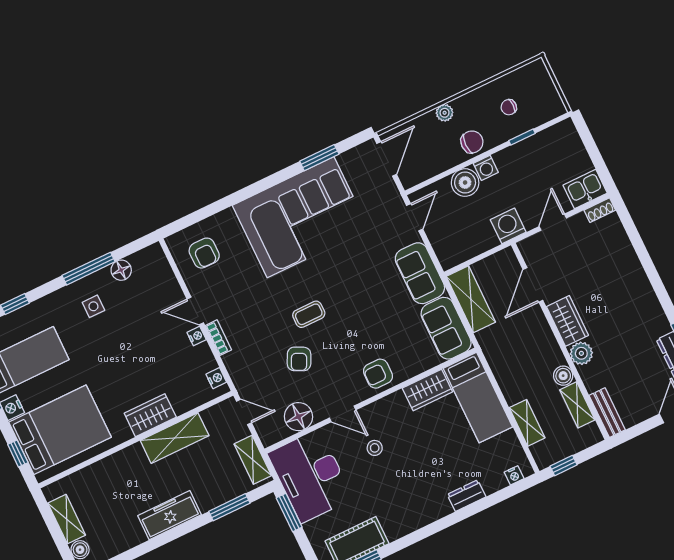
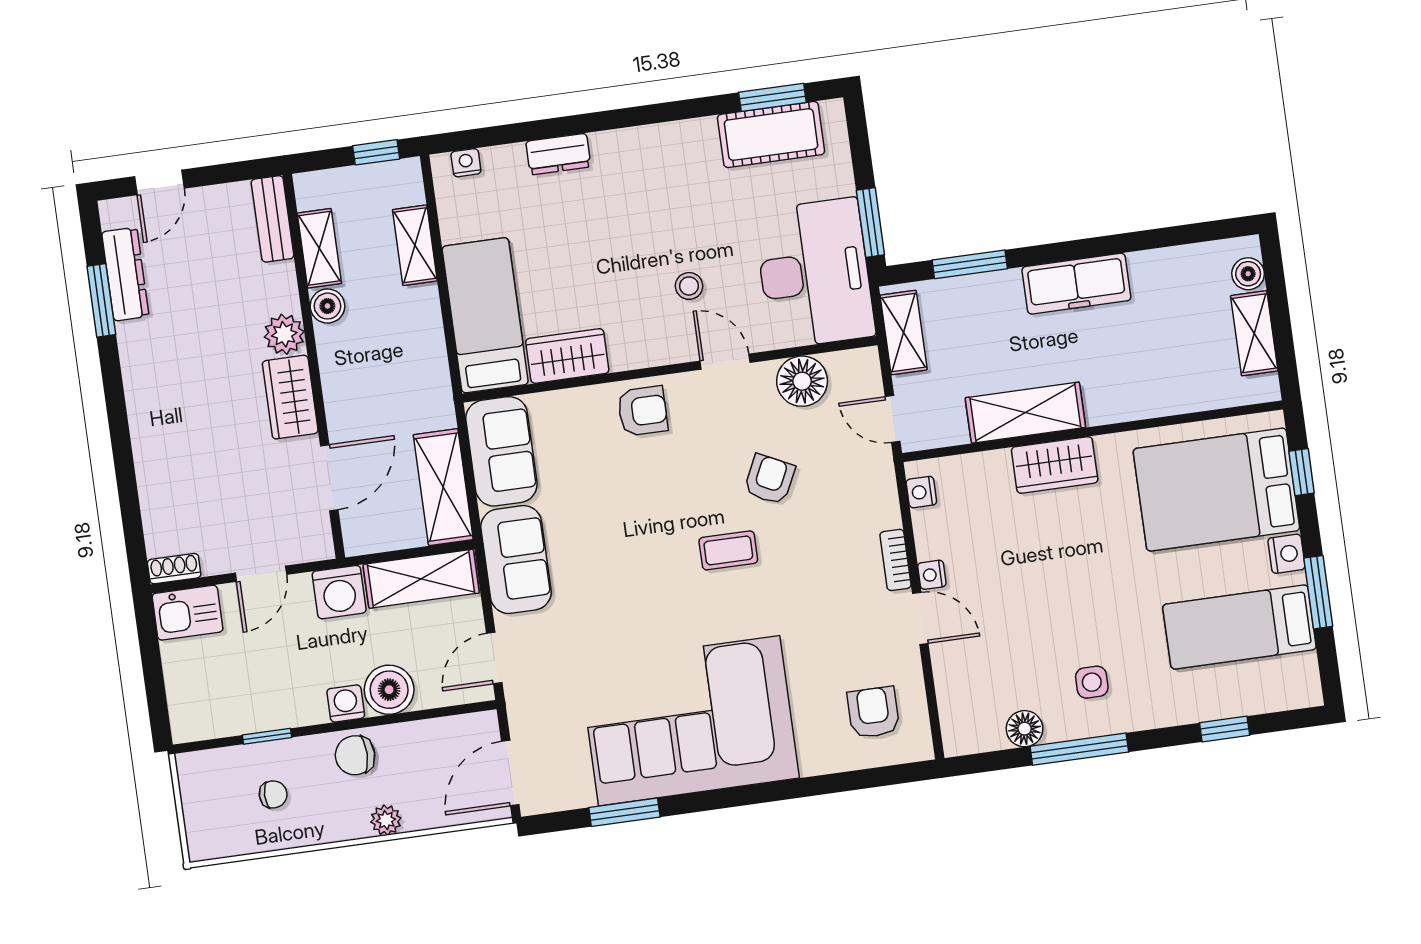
shelving: (467, 247) -> (421, 579), added

